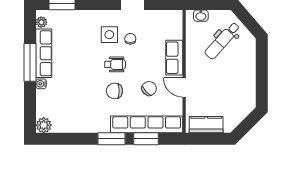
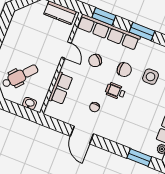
side table: (109, 35) -> (151, 77), moved
row of seats: (174, 58) -> (61, 88), moved
window: (146, 139) -> (104, 16), moved

